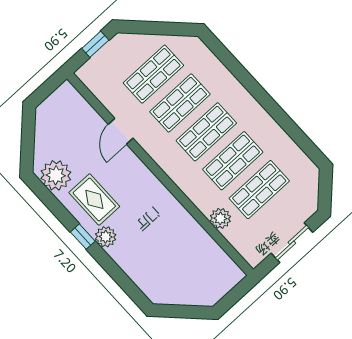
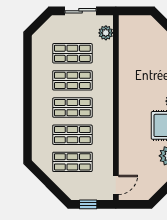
door: (121, 131) -> (116, 185), moved
plant: (220, 218) -> (106, 33), moved

